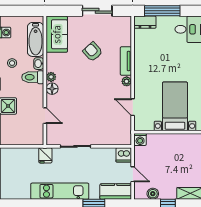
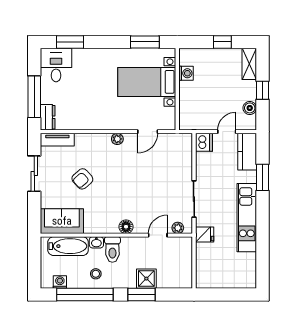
tv unit: (126, 61) -> (57, 140), moved
plant: (51, 77) -> (178, 228), moved
washing machine: (140, 140) -> (186, 73), moved

